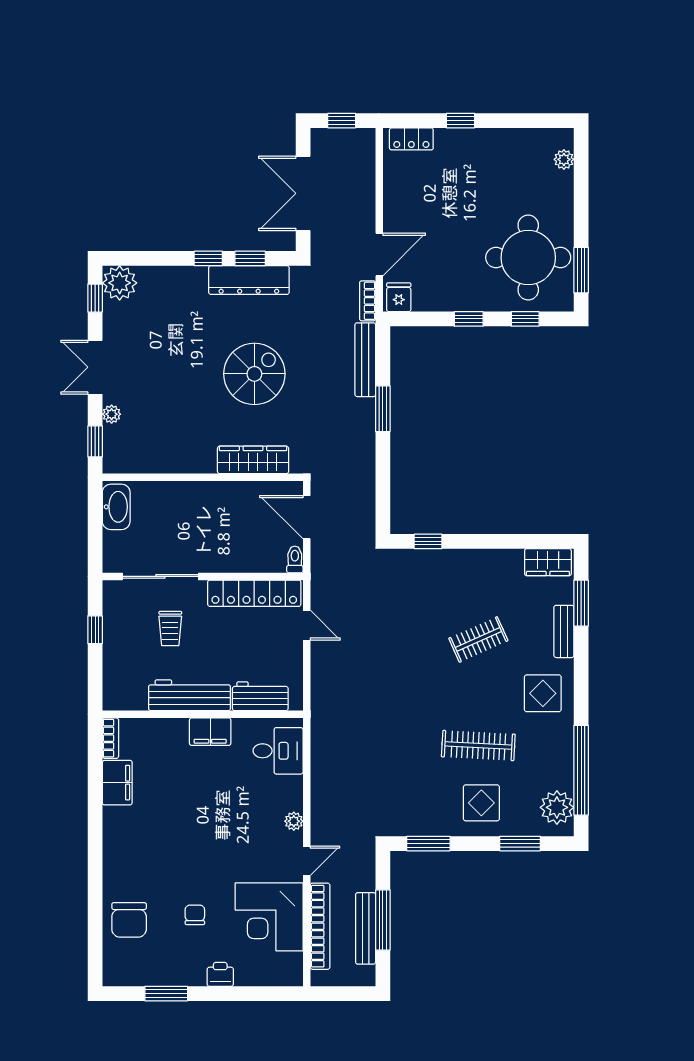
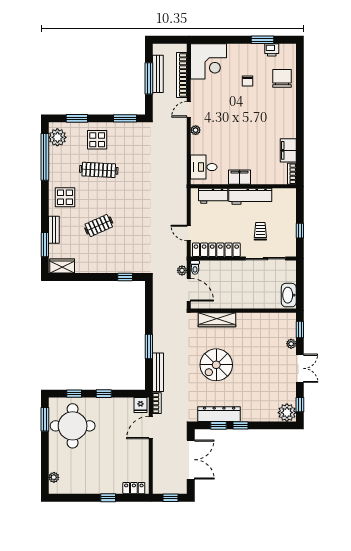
plant: (320, 554) -> (182, 270), added
corner desk: (269, 917) -> (208, 61), moved, turned 90
printer: (220, 974) -> (272, 50), moved

